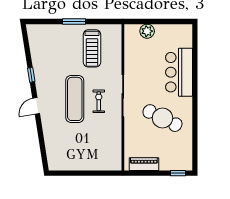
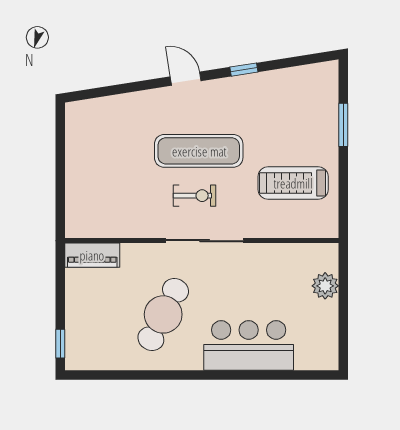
window: (74, 21) -> (343, 125), moved
piano: (144, 164) -> (92, 255), moved, turned 90

